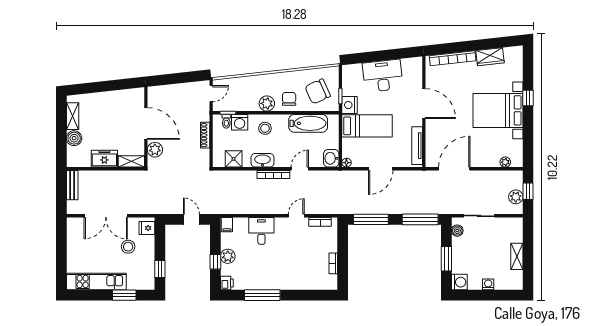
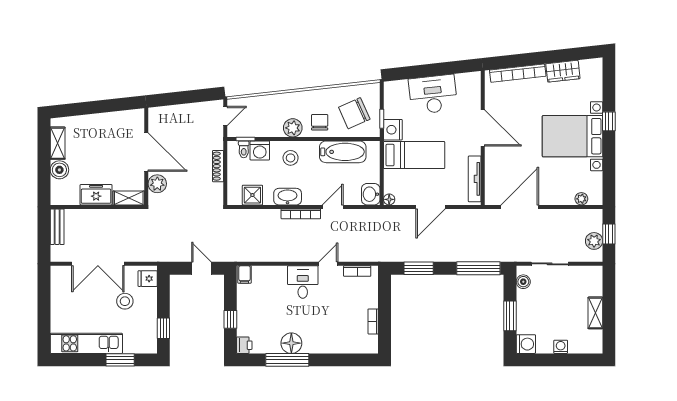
window: (371, 219) -> (419, 268), width x0.69
desk: (261, 231) -> (303, 282), moved
plant: (228, 256) -> (245, 313), removed
floor lamp: (266, 281) -> (291, 343), added

